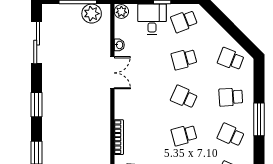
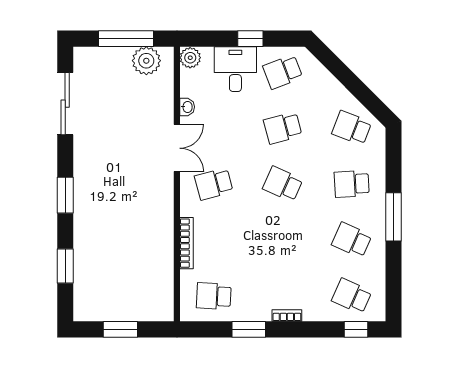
school desk: (184, 135) -> (214, 184), moved

